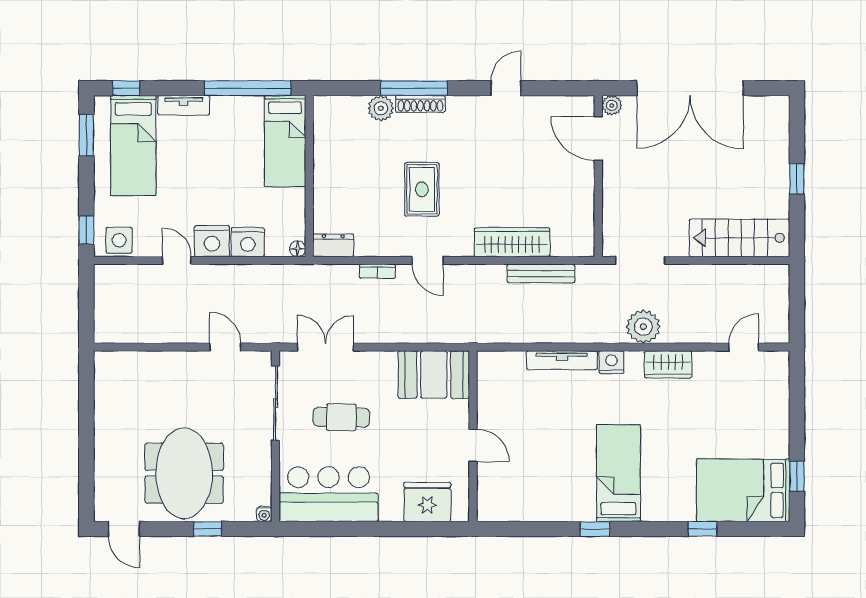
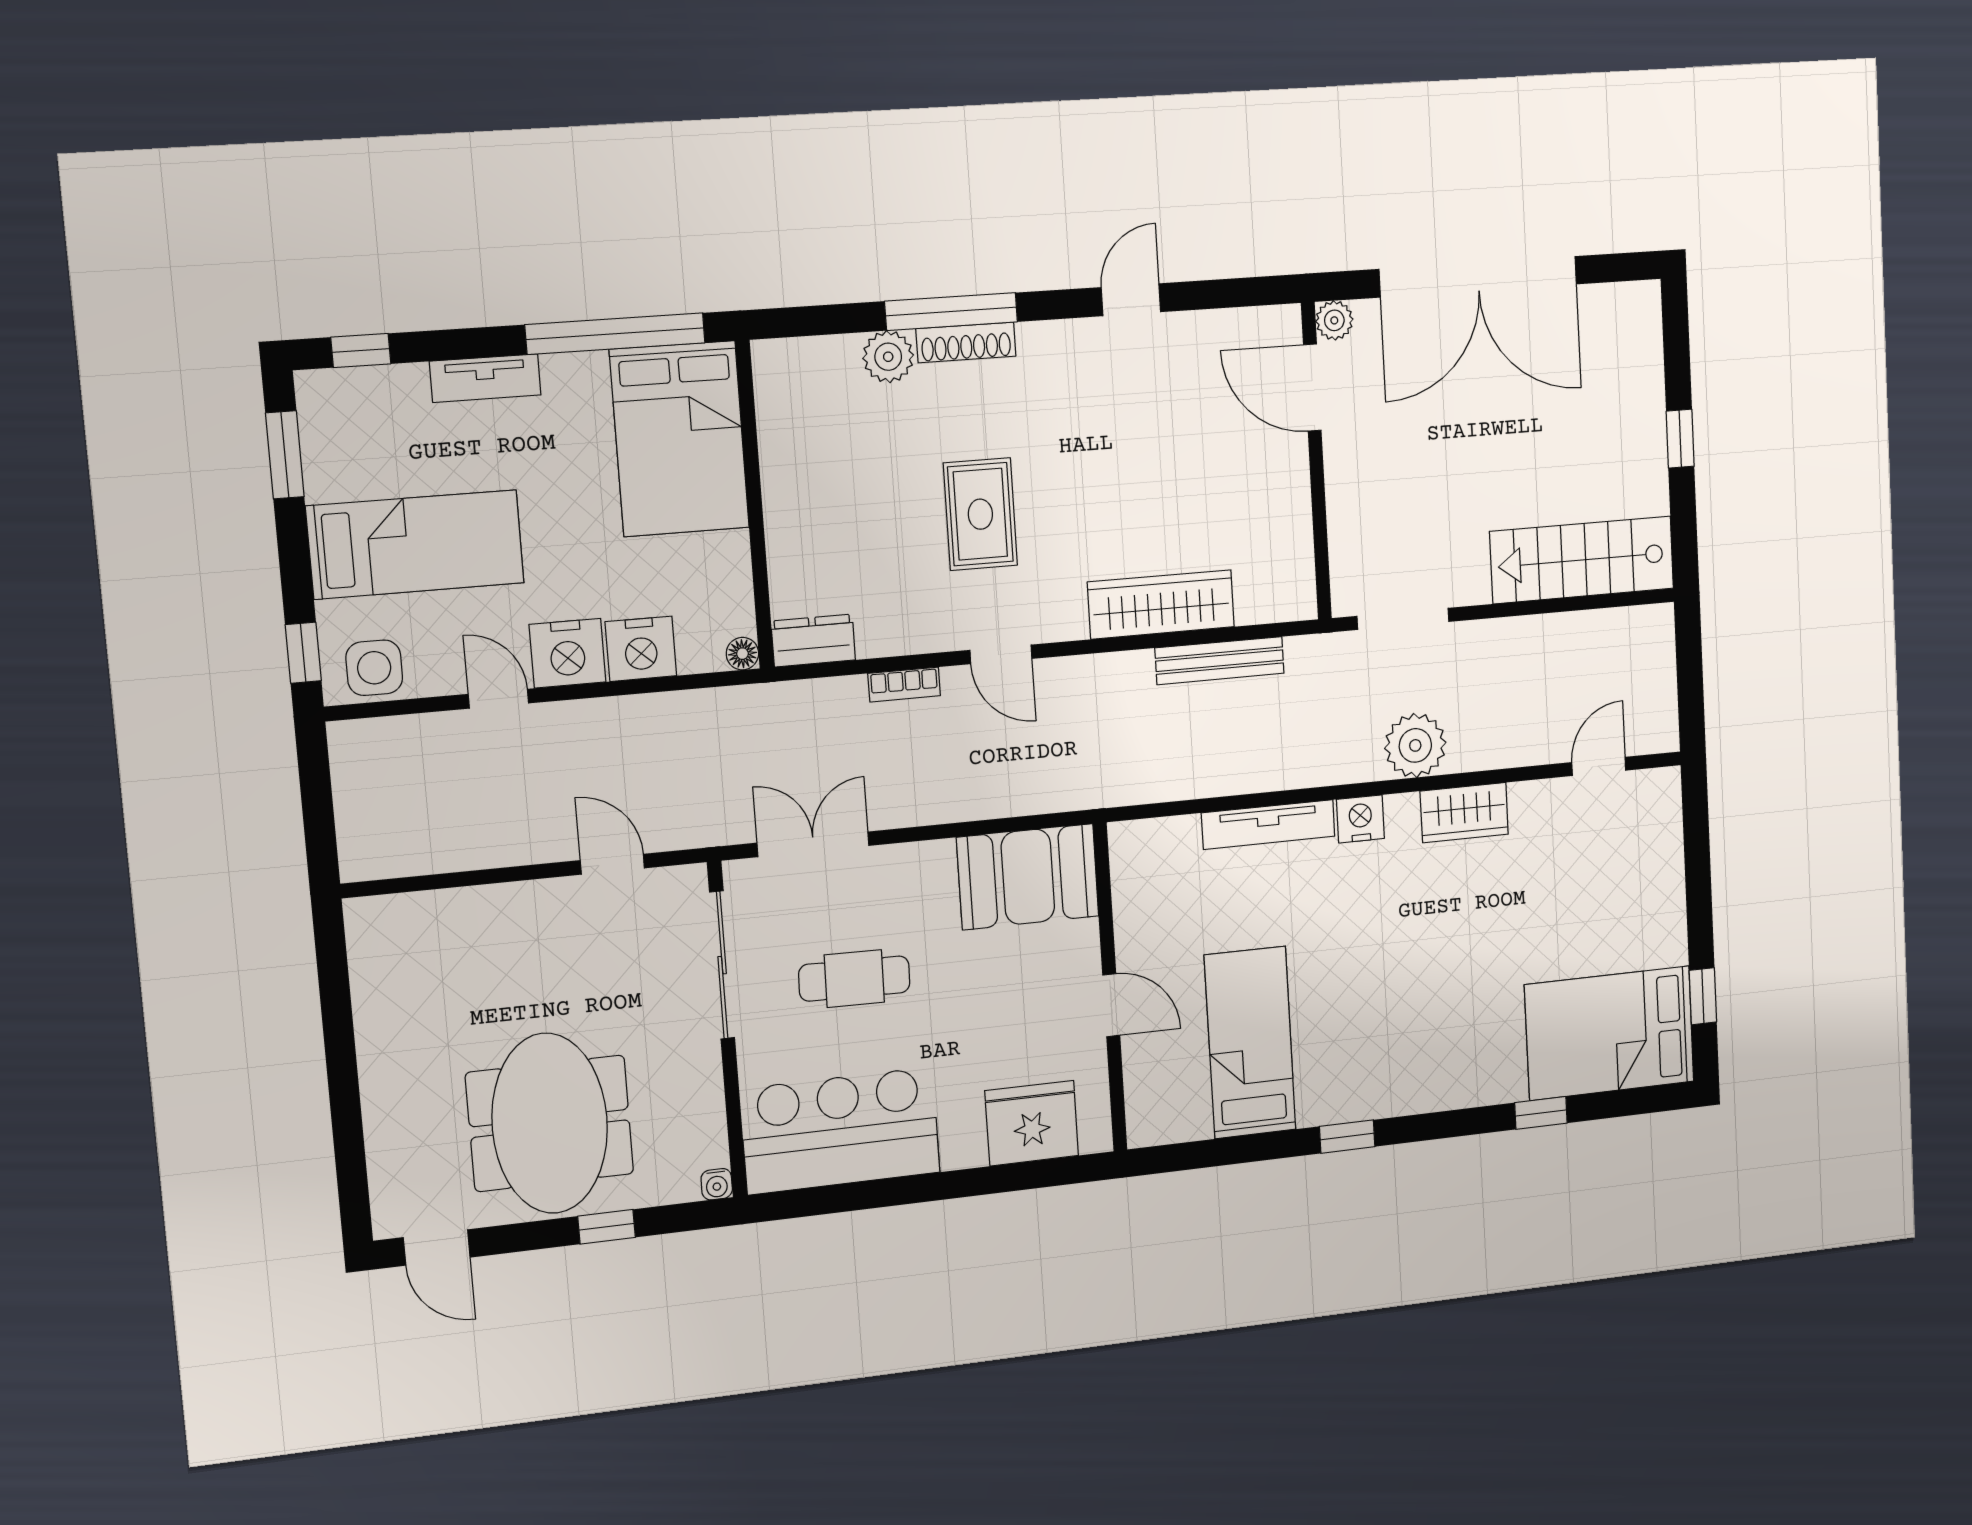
bed: (285, 141) -> (680, 439), width x1.50
bed: (133, 146) -> (415, 545), moved, turned -90
bed: (618, 473) -> (1250, 1043), moved

